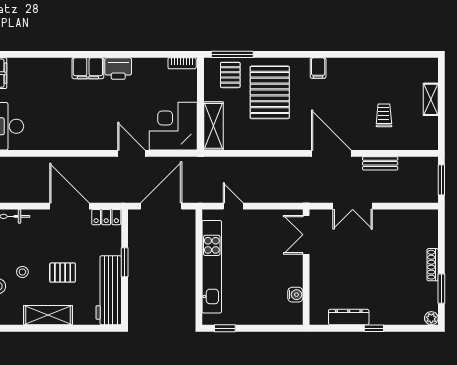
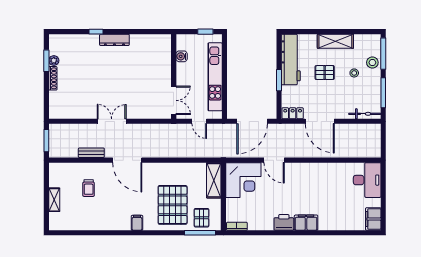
double door: (306, 235) -> (174, 100), moved
wall: (306, 267) -> (174, 76), moved
water cooler: (295, 295) -> (182, 56), moved
plant: (431, 318) -> (54, 61), moved

